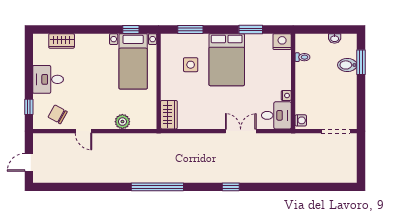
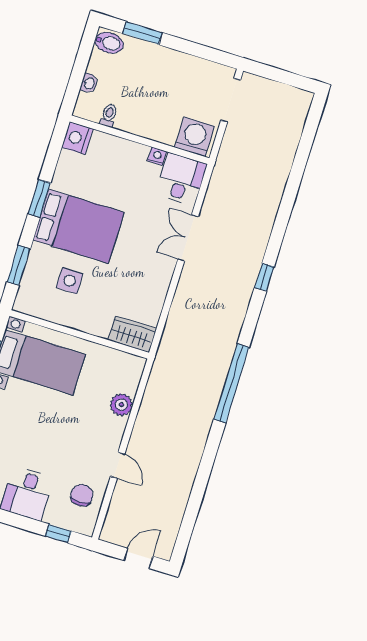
window: (251, 30) -> (39, 198), moved
washbasin: (335, 38) -> (89, 83), moved
bidet: (347, 65) -> (109, 43), moved, turned -90
chair: (58, 114) -> (82, 495), turned 151
washing machine: (301, 120) -> (194, 137), width x1.89, depth x1.89
door: (83, 131) -> (118, 465), hinge flipped
door: (29, 162) -> (138, 558), swing flipped

